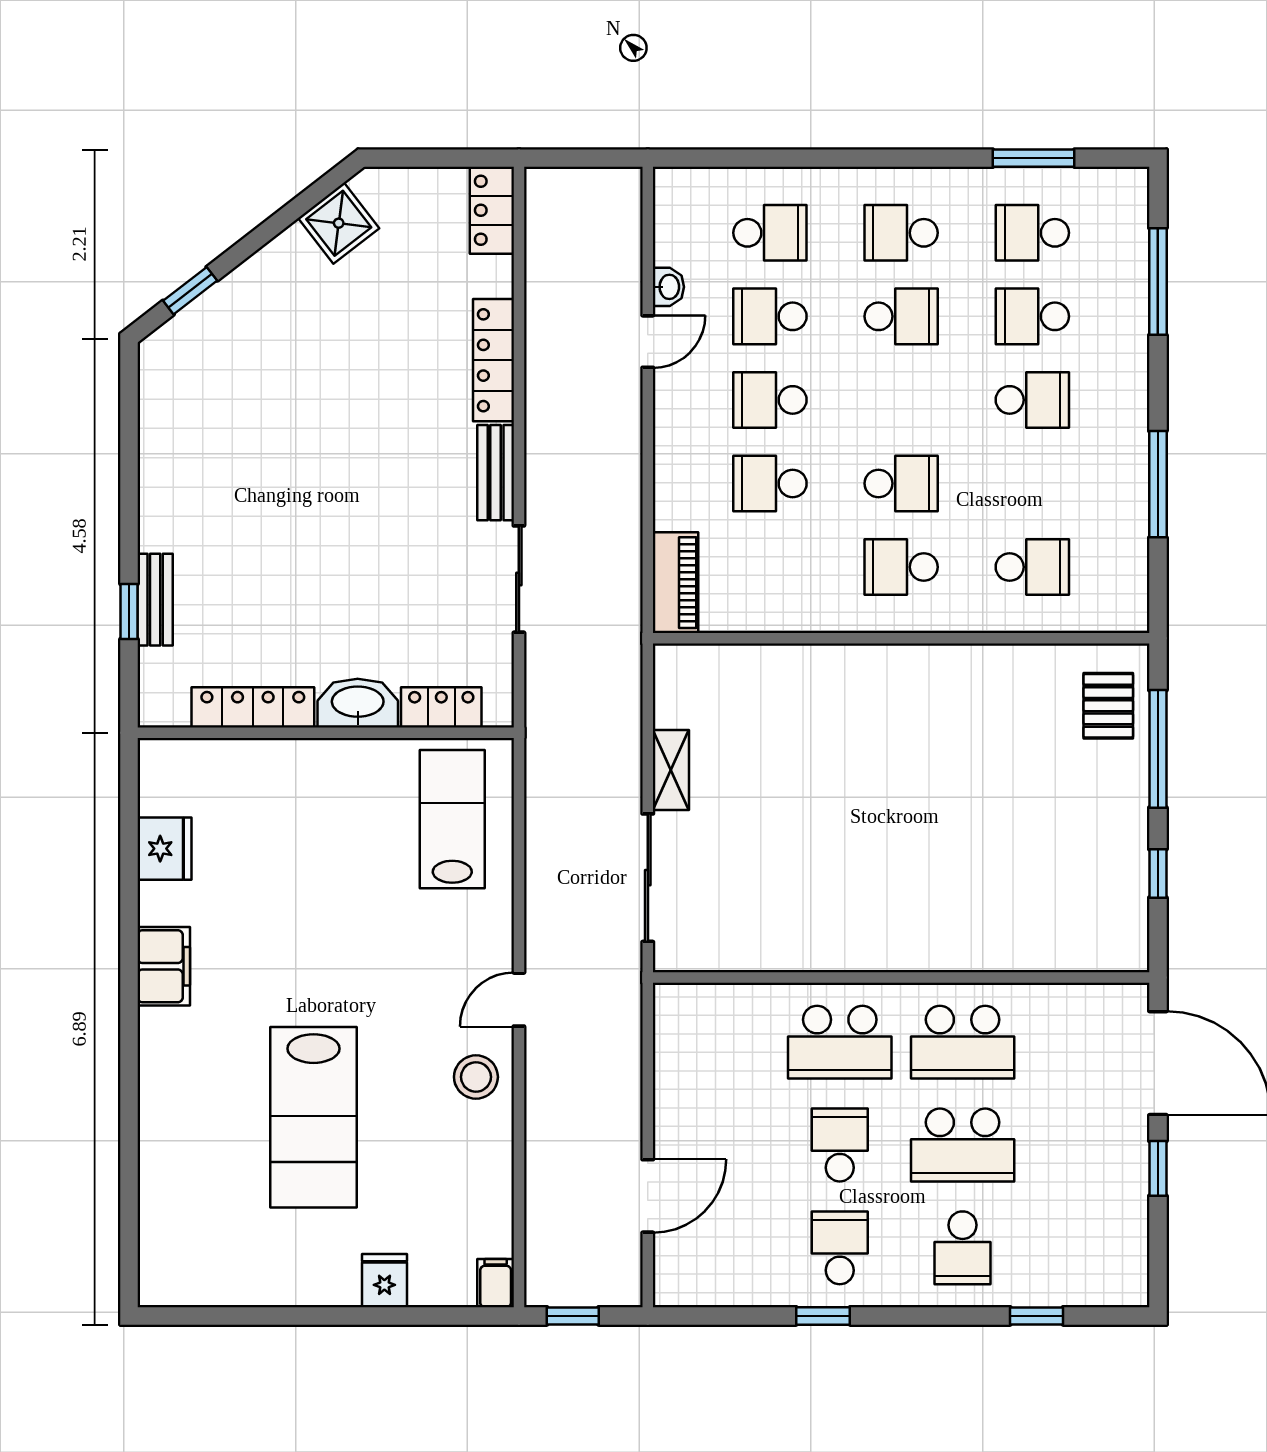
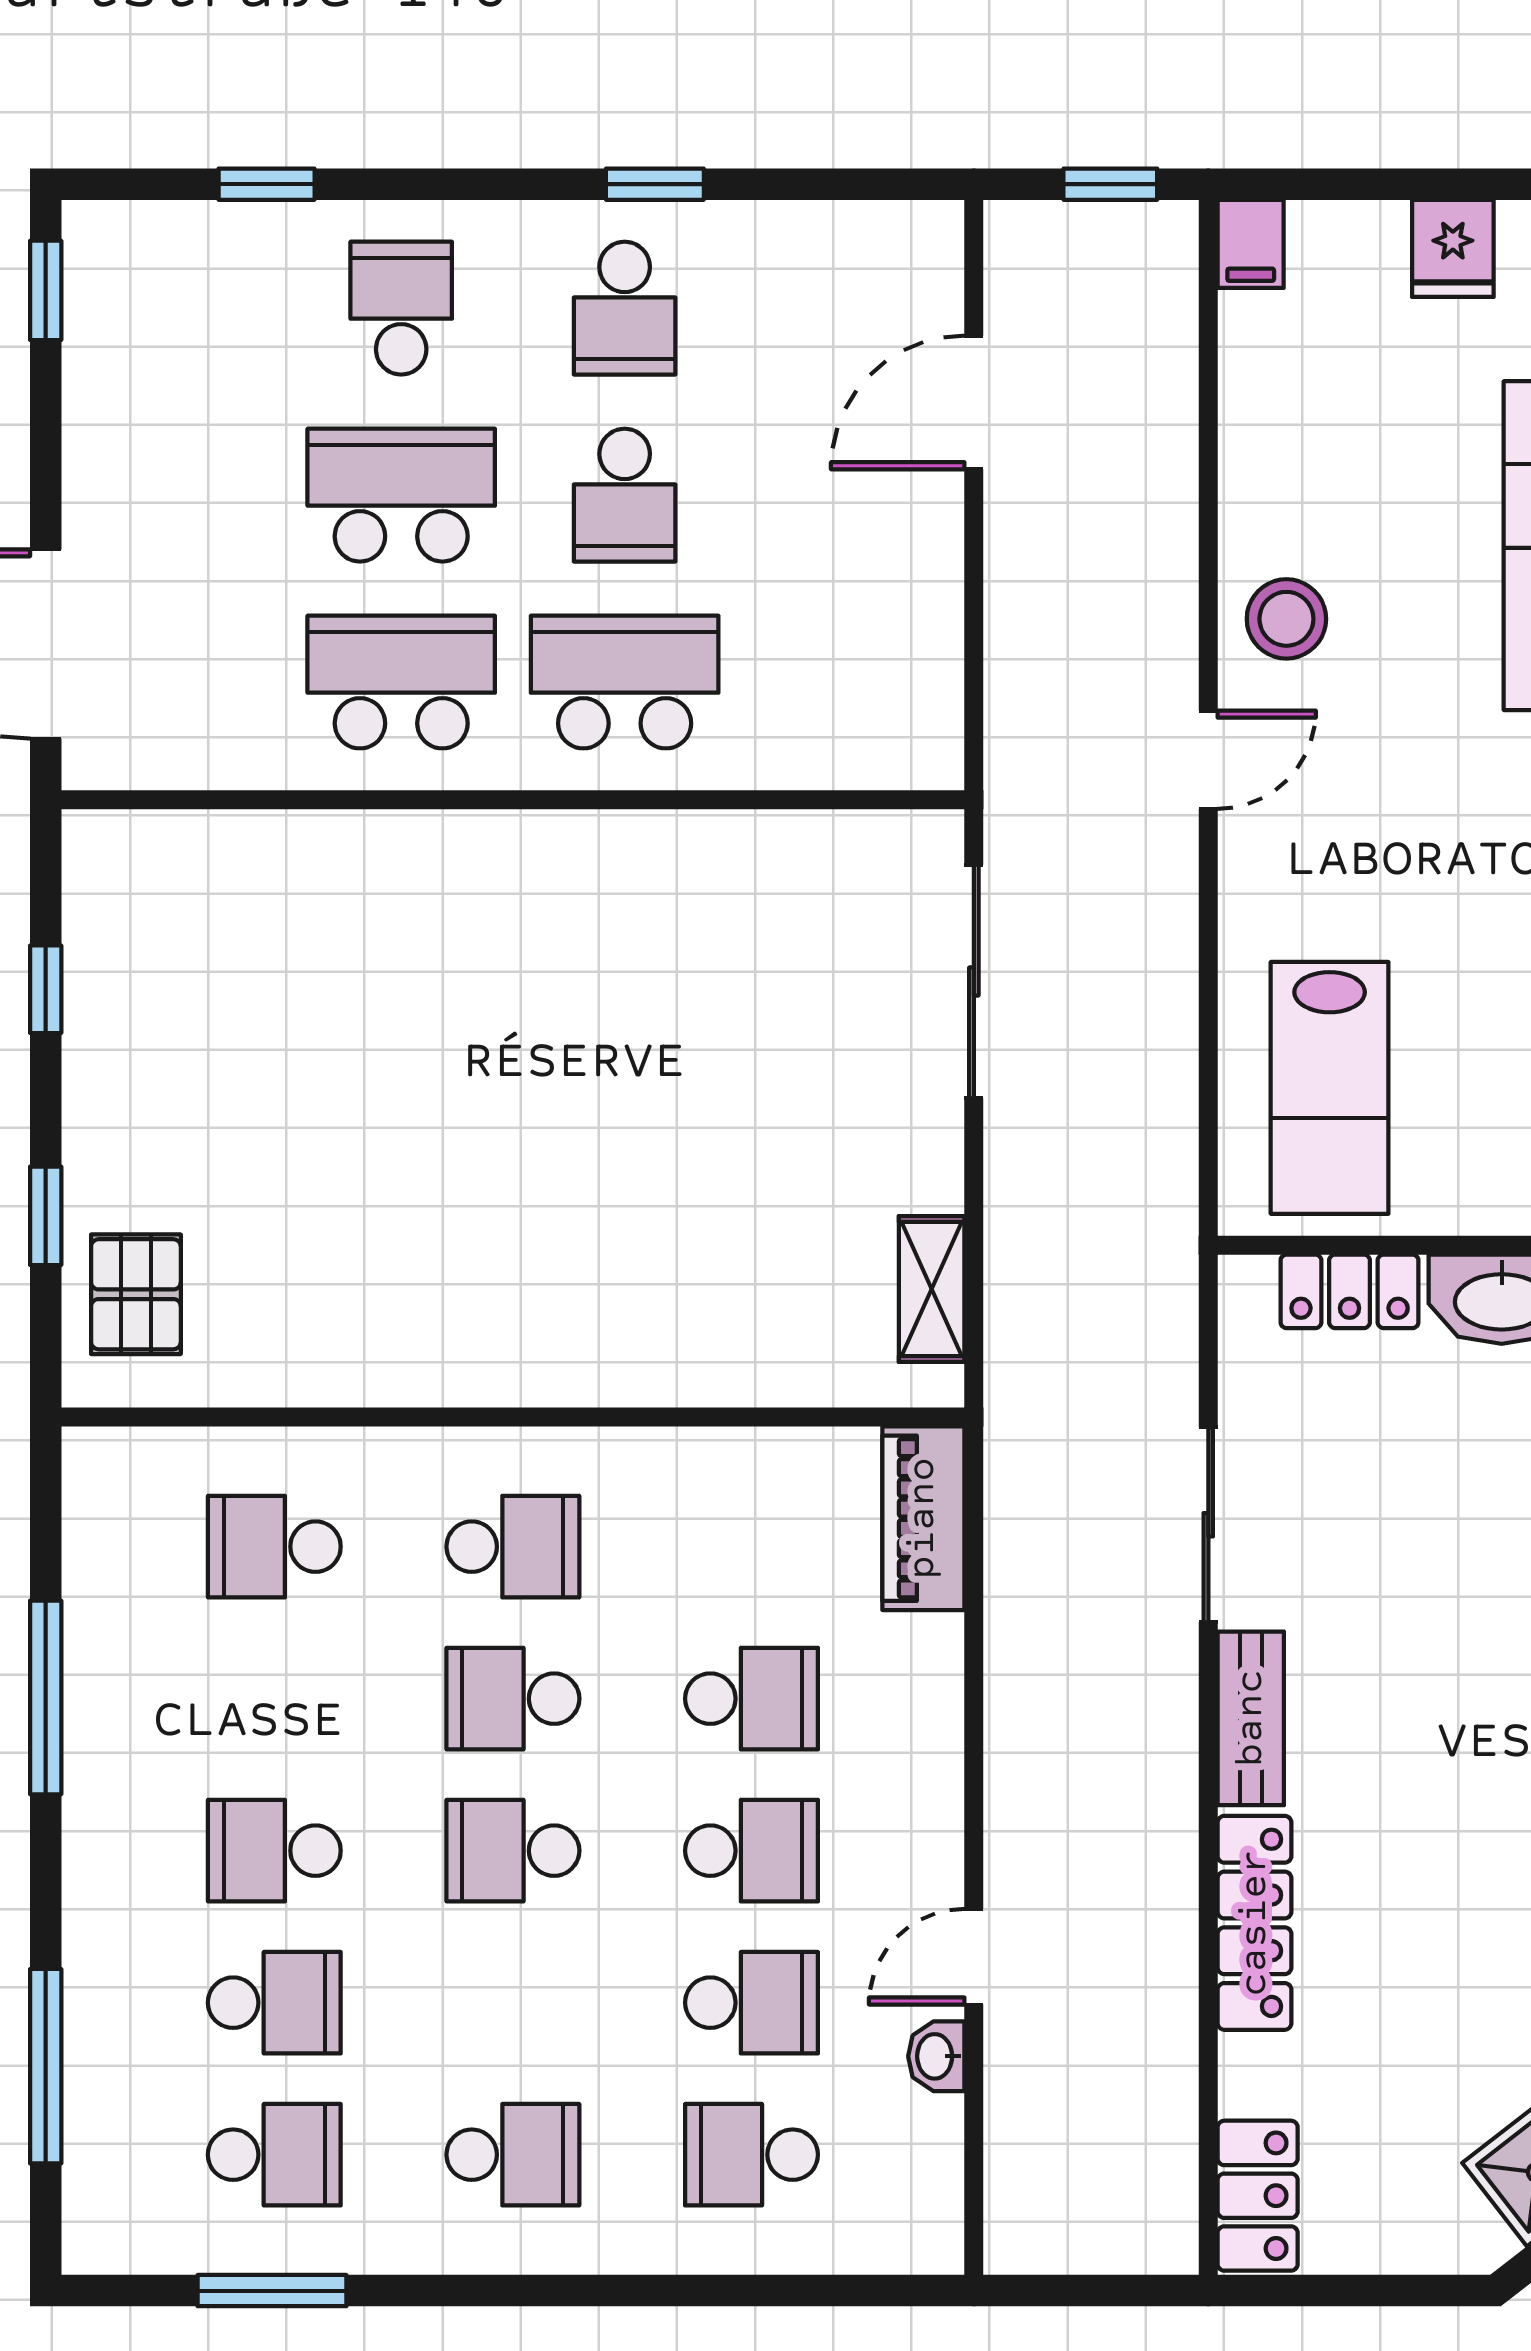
school desk: (901, 316) -> (513, 1851), moved
window: (1158, 749) -> (46, 1216), width x0.46
shelving: (671, 770) -> (932, 1289), moved
window: (1158, 1168) -> (46, 290), moved

